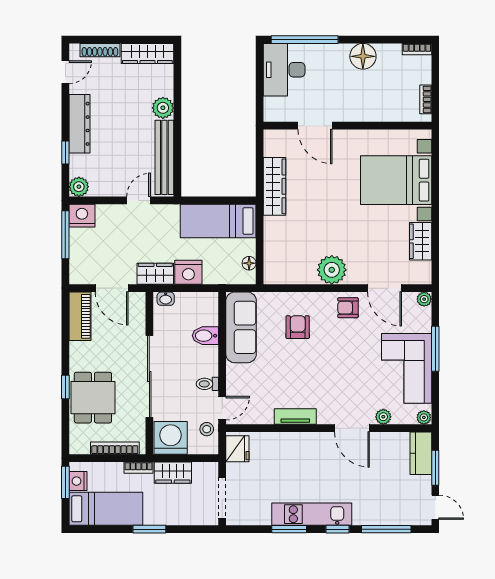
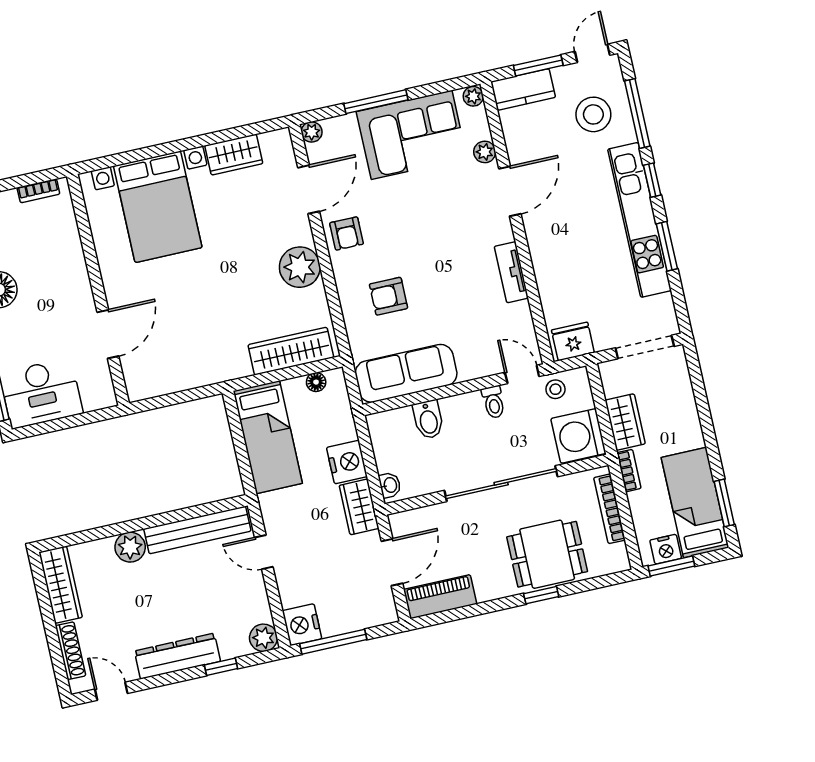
wardrobe: (275, 186) -> (291, 351), moved
stool: (392, 498) -> (593, 114), added
kitchen unit: (312, 514) -> (640, 220), width x1.36
window: (149, 529) -> (724, 503), moved

